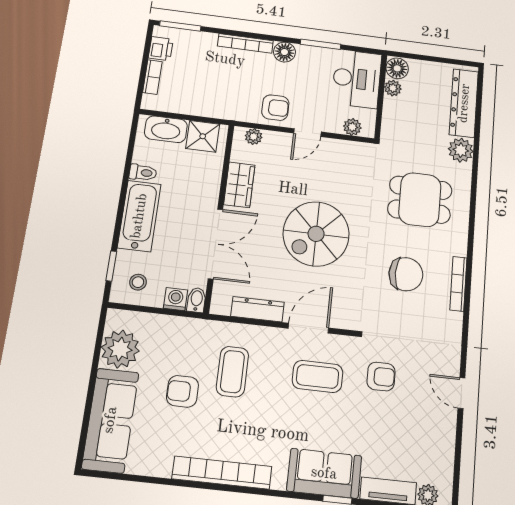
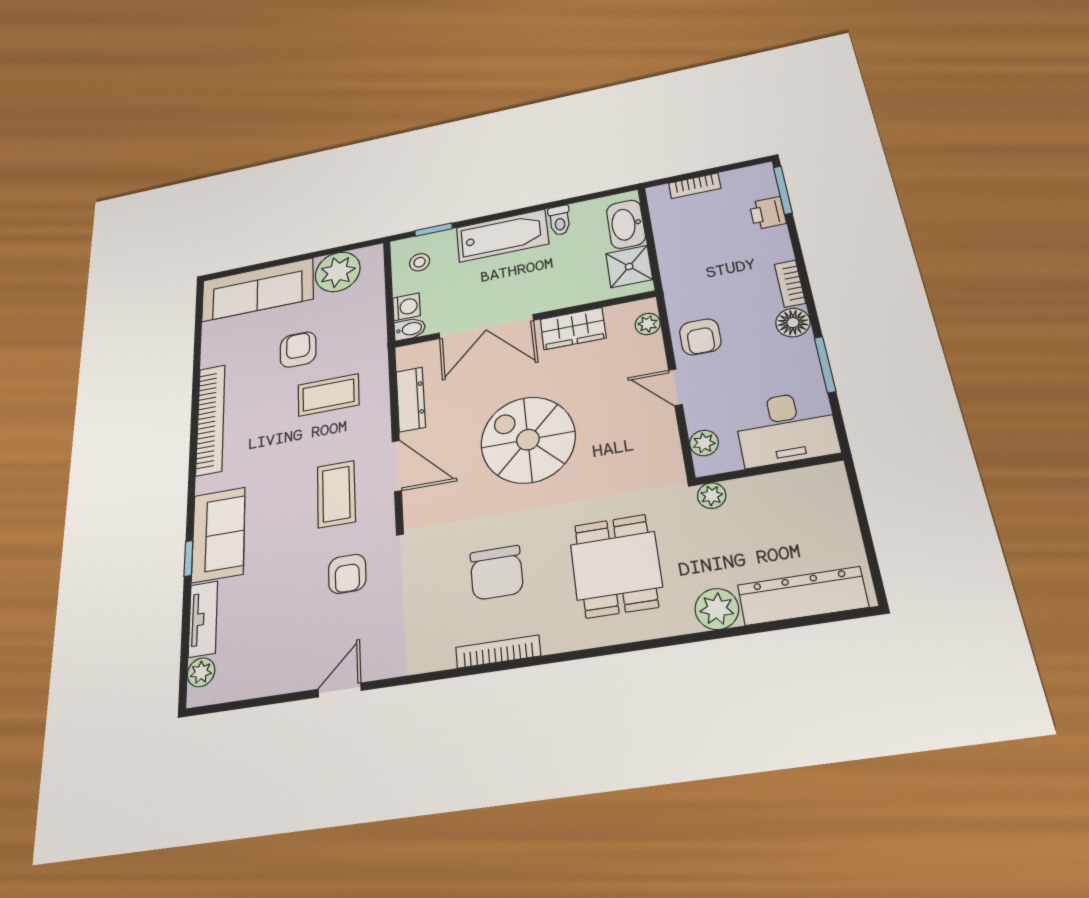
bookcase: (245, 43) -> (790, 284), width x0.64
printer: (161, 49) -> (768, 213), moved, turned 90
floor lamp: (397, 68) -> (826, 481), removed
plant: (393, 88) -> (712, 496), moved

